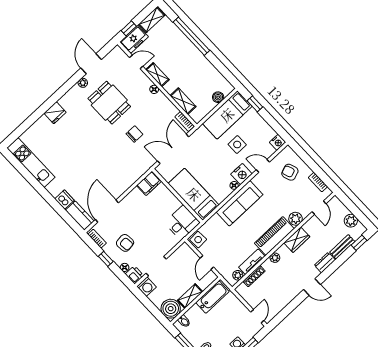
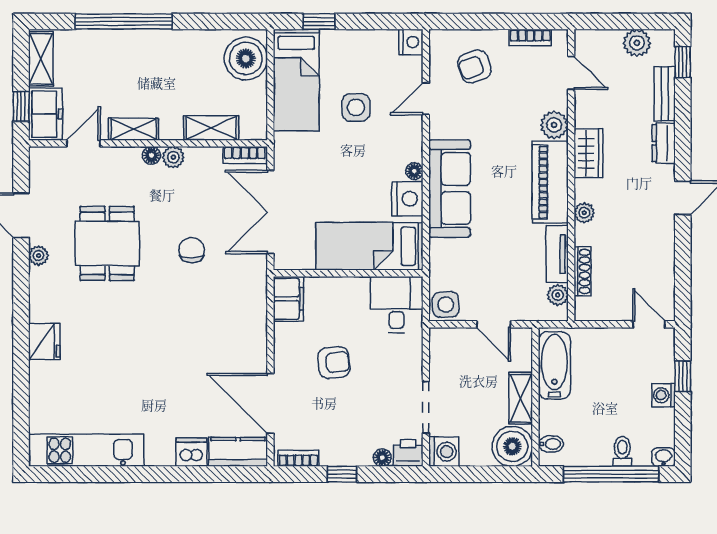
plant: (161, 97) -> (173, 157), added
boiler: (218, 97) -> (246, 58), width x1.86, depth x1.86
dining table: (109, 103) -> (107, 243), turned 90
nightstand: (241, 174) -> (407, 199), moved
armchair: (125, 243) -> (334, 363), moved

